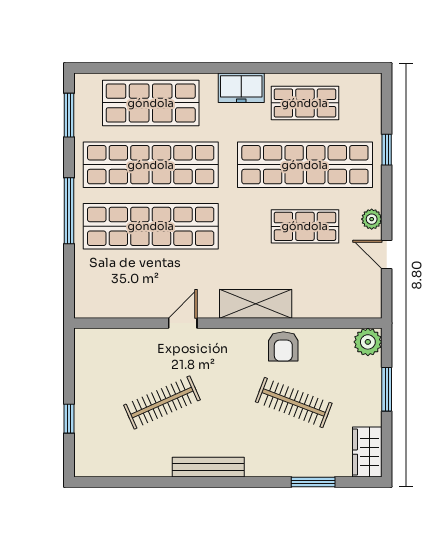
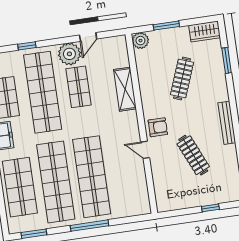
plant: (372, 219) -> (69, 54), width x1.88, depth x1.88
shelving: (256, 304) -> (125, 89), moved
armchair: (283, 346) -> (158, 127), moved

